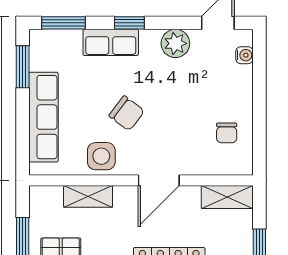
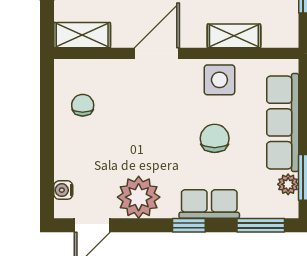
plant: (175, 43) -> (139, 197), width x1.36, depth x1.36
plant: (38, 60) -> (288, 184), added
chair: (127, 113) -> (215, 138), moved, turned 53

